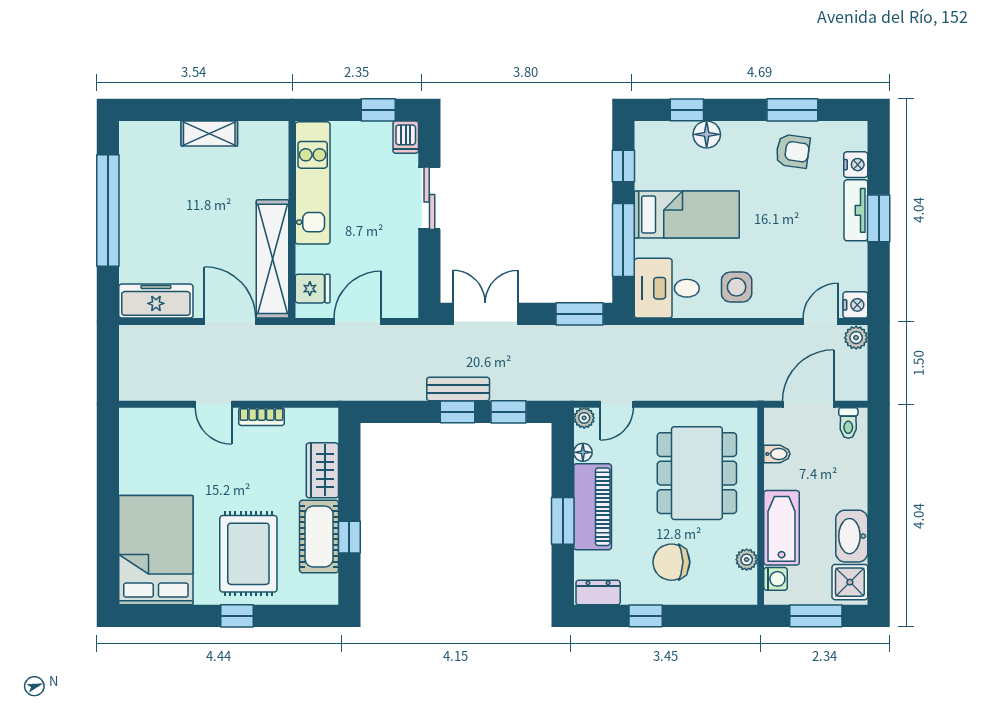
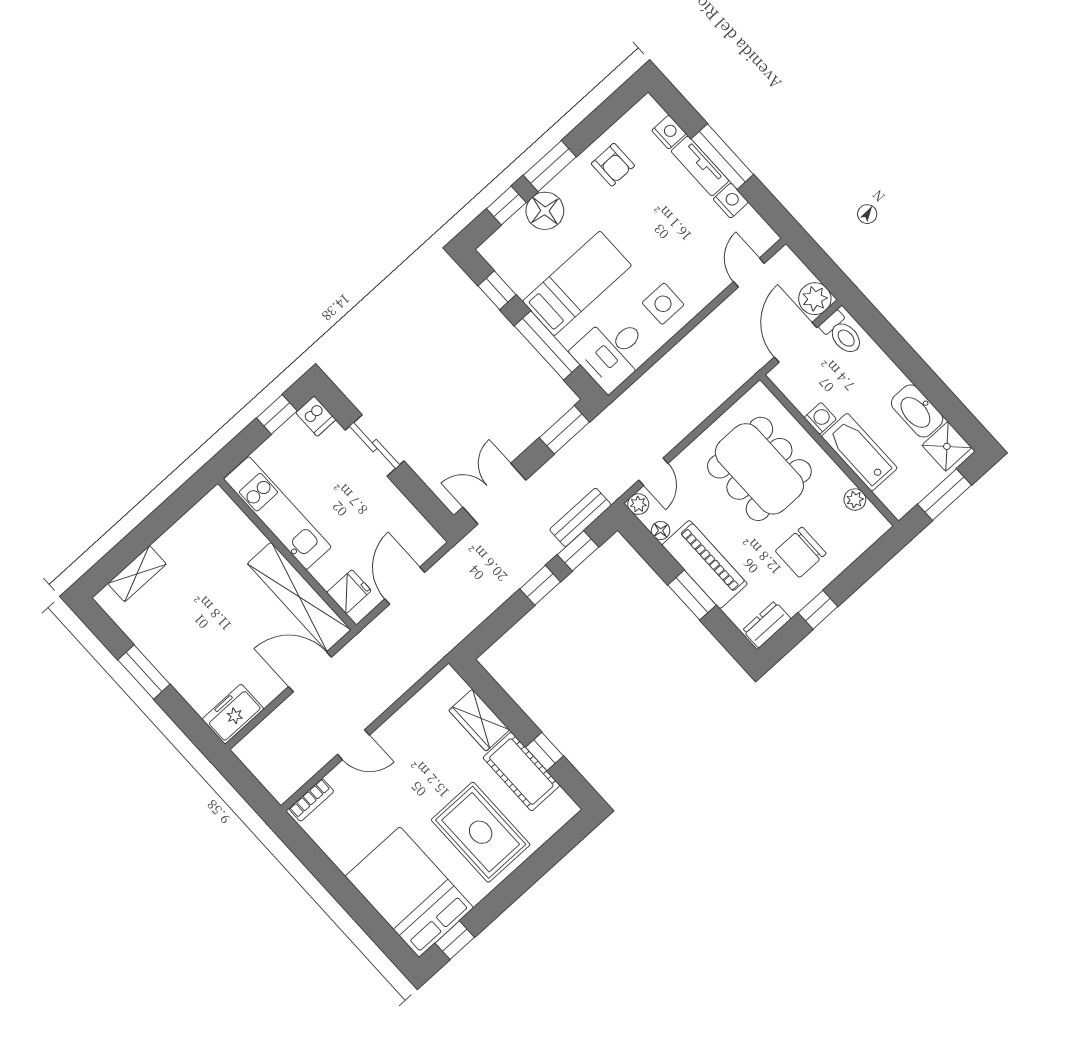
window: (792, 110) -> (550, 166), moved
shelving: (209, 134) -> (137, 574), moved
floor lamp: (707, 134) -> (545, 211), width x1.38, depth x1.38
armchair: (793, 151) -> (613, 165), turned 82
window: (108, 210) -> (144, 672), width x0.47
window: (879, 218) -> (722, 157), width x1.44
freezer: (156, 301) -> (233, 714), width x0.71
nightstand: (855, 305) -> (731, 201), moved
plant: (856, 338) -> (815, 299), moved, width x1.38, depth x1.38
bench: (458, 389) -> (580, 517), moved
bookcase: (262, 417) -> (311, 800), moved
toilet: (848, 423) -> (842, 334), width x1.37, depth x1.39
bidet: (777, 454) -> (806, 401), removed
washing machine: (776, 579) -> (820, 418), moved
window: (237, 616) -> (455, 940), moved

